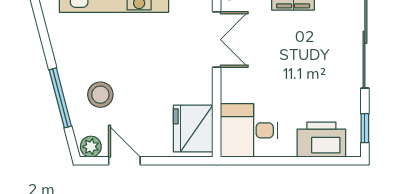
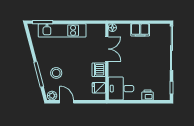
dishwasher: (198, 87) -> (99, 70), added
fridge: (193, 129) -> (99, 88), width x0.53, depth x0.75
printer: (321, 140) -> (148, 95), width x0.53, depth x0.68

